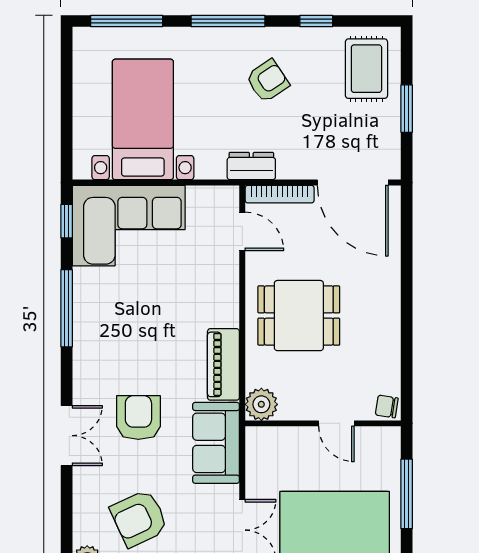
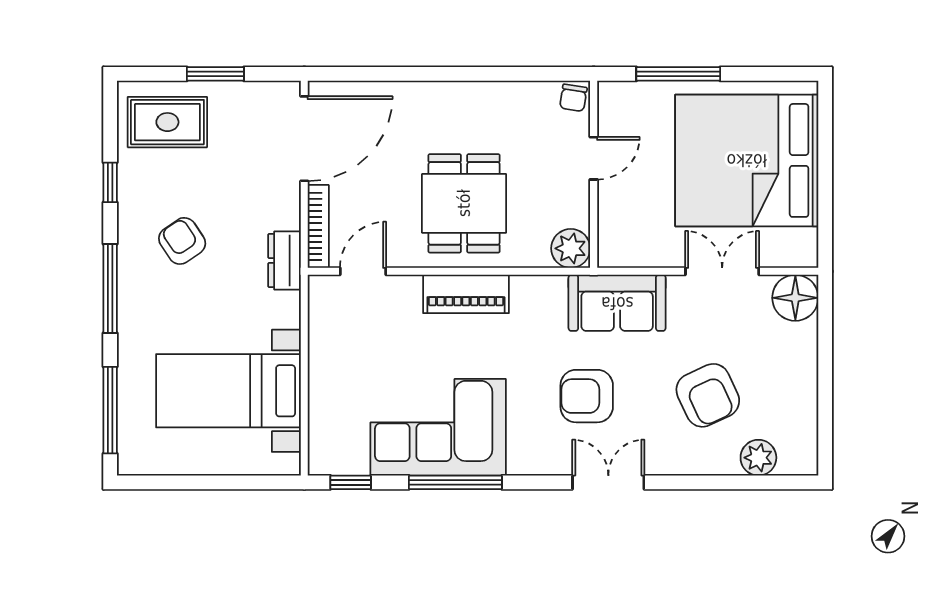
corner sofa: (129, 226) -> (438, 427), moved, turned -90
piano: (223, 364) -> (466, 294), moved

